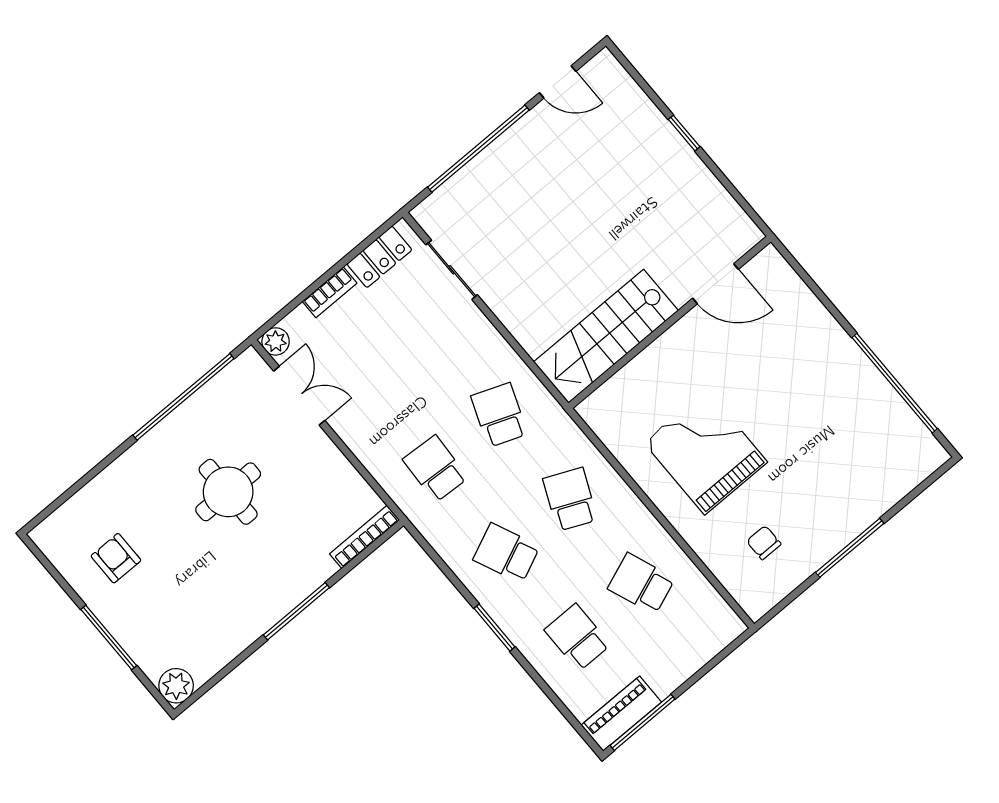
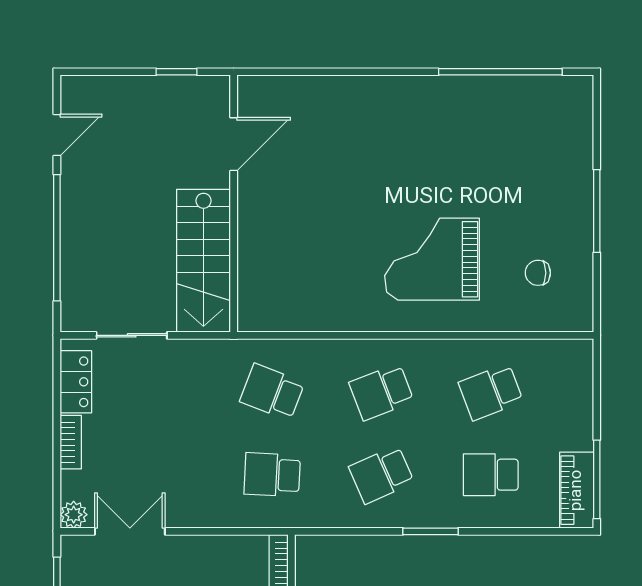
door: (716, 284) -> (234, 144), moved
wall: (670, 322) -> (234, 204), moved
stairs: (606, 336) -> (203, 261), moved
school desk: (570, 499) -> (381, 392), turned -45

